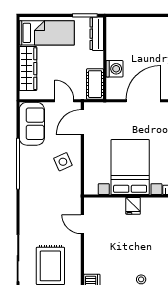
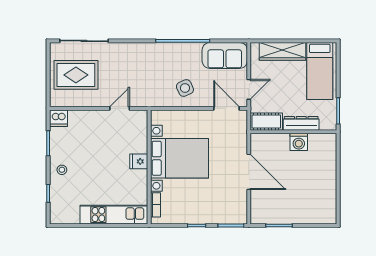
dresser: (97, 34) -> (301, 123), moved
washing machine: (114, 69) -> (299, 142), moved

